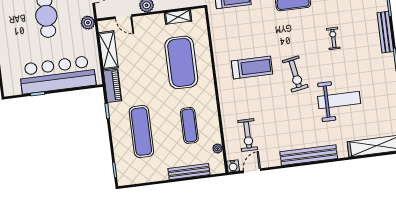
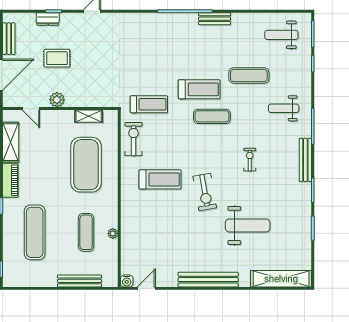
exercise bike: (248, 135) -> (134, 139), moved, turned 180
plant: (218, 148) -> (113, 233), moved

